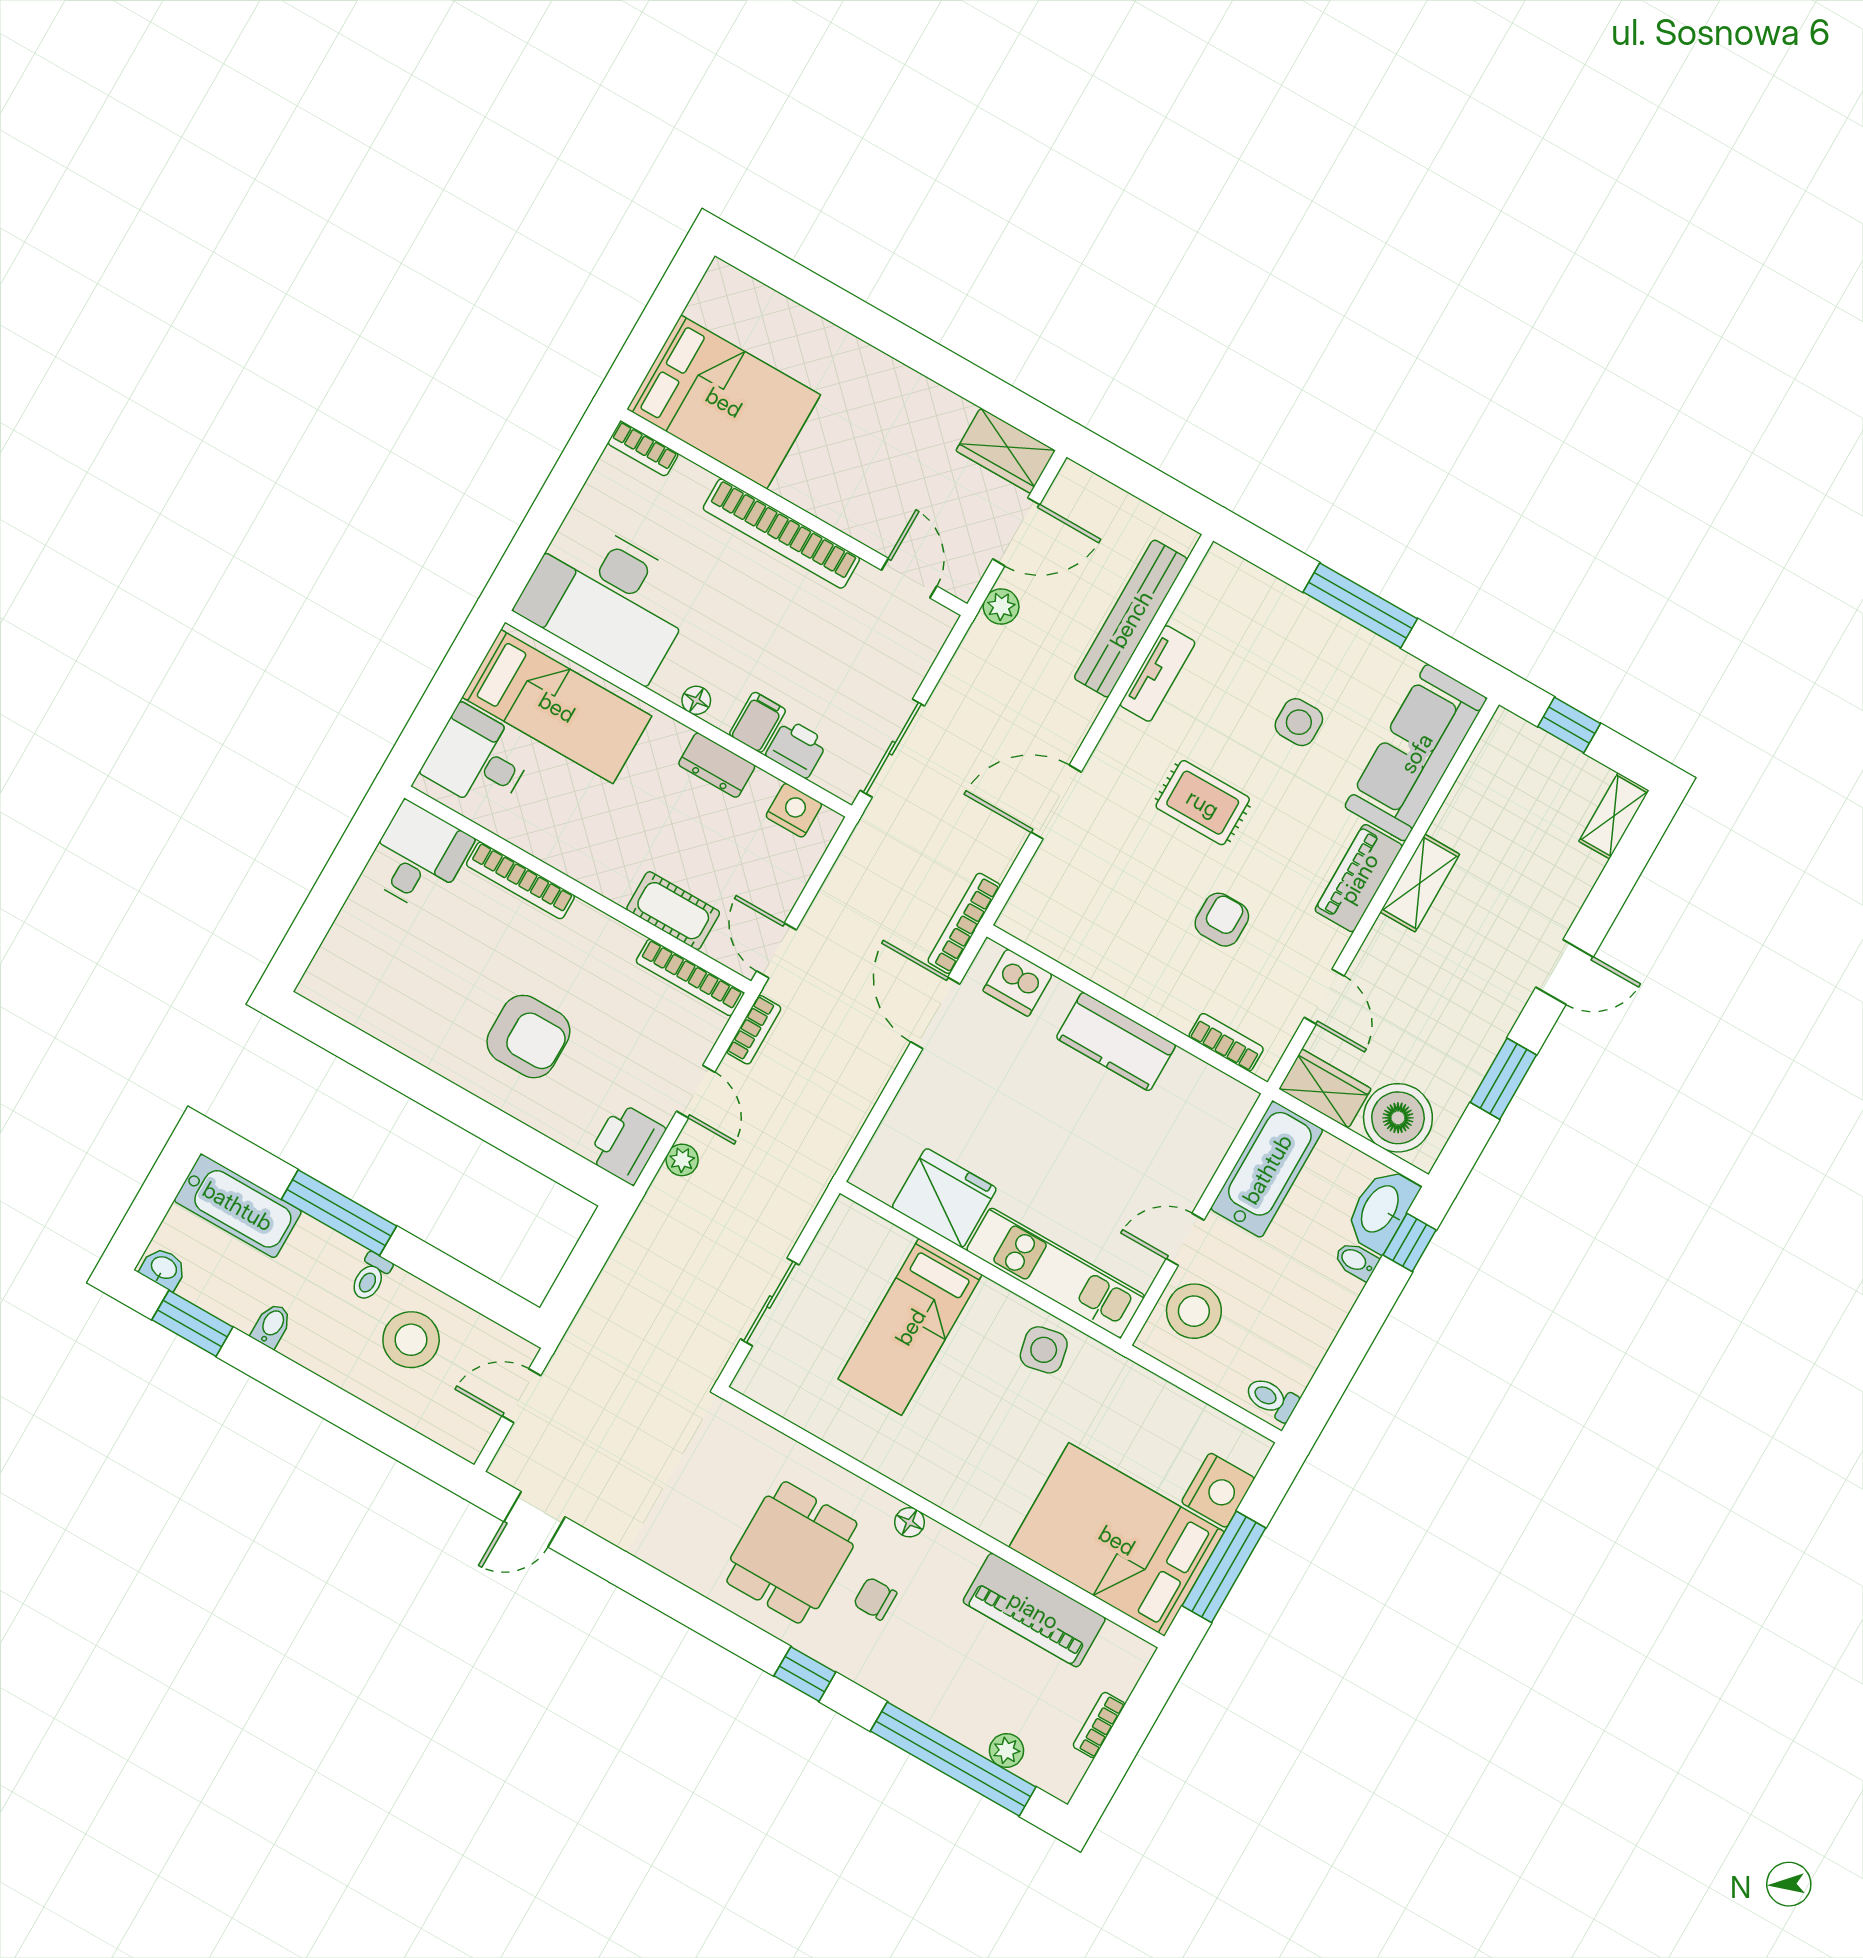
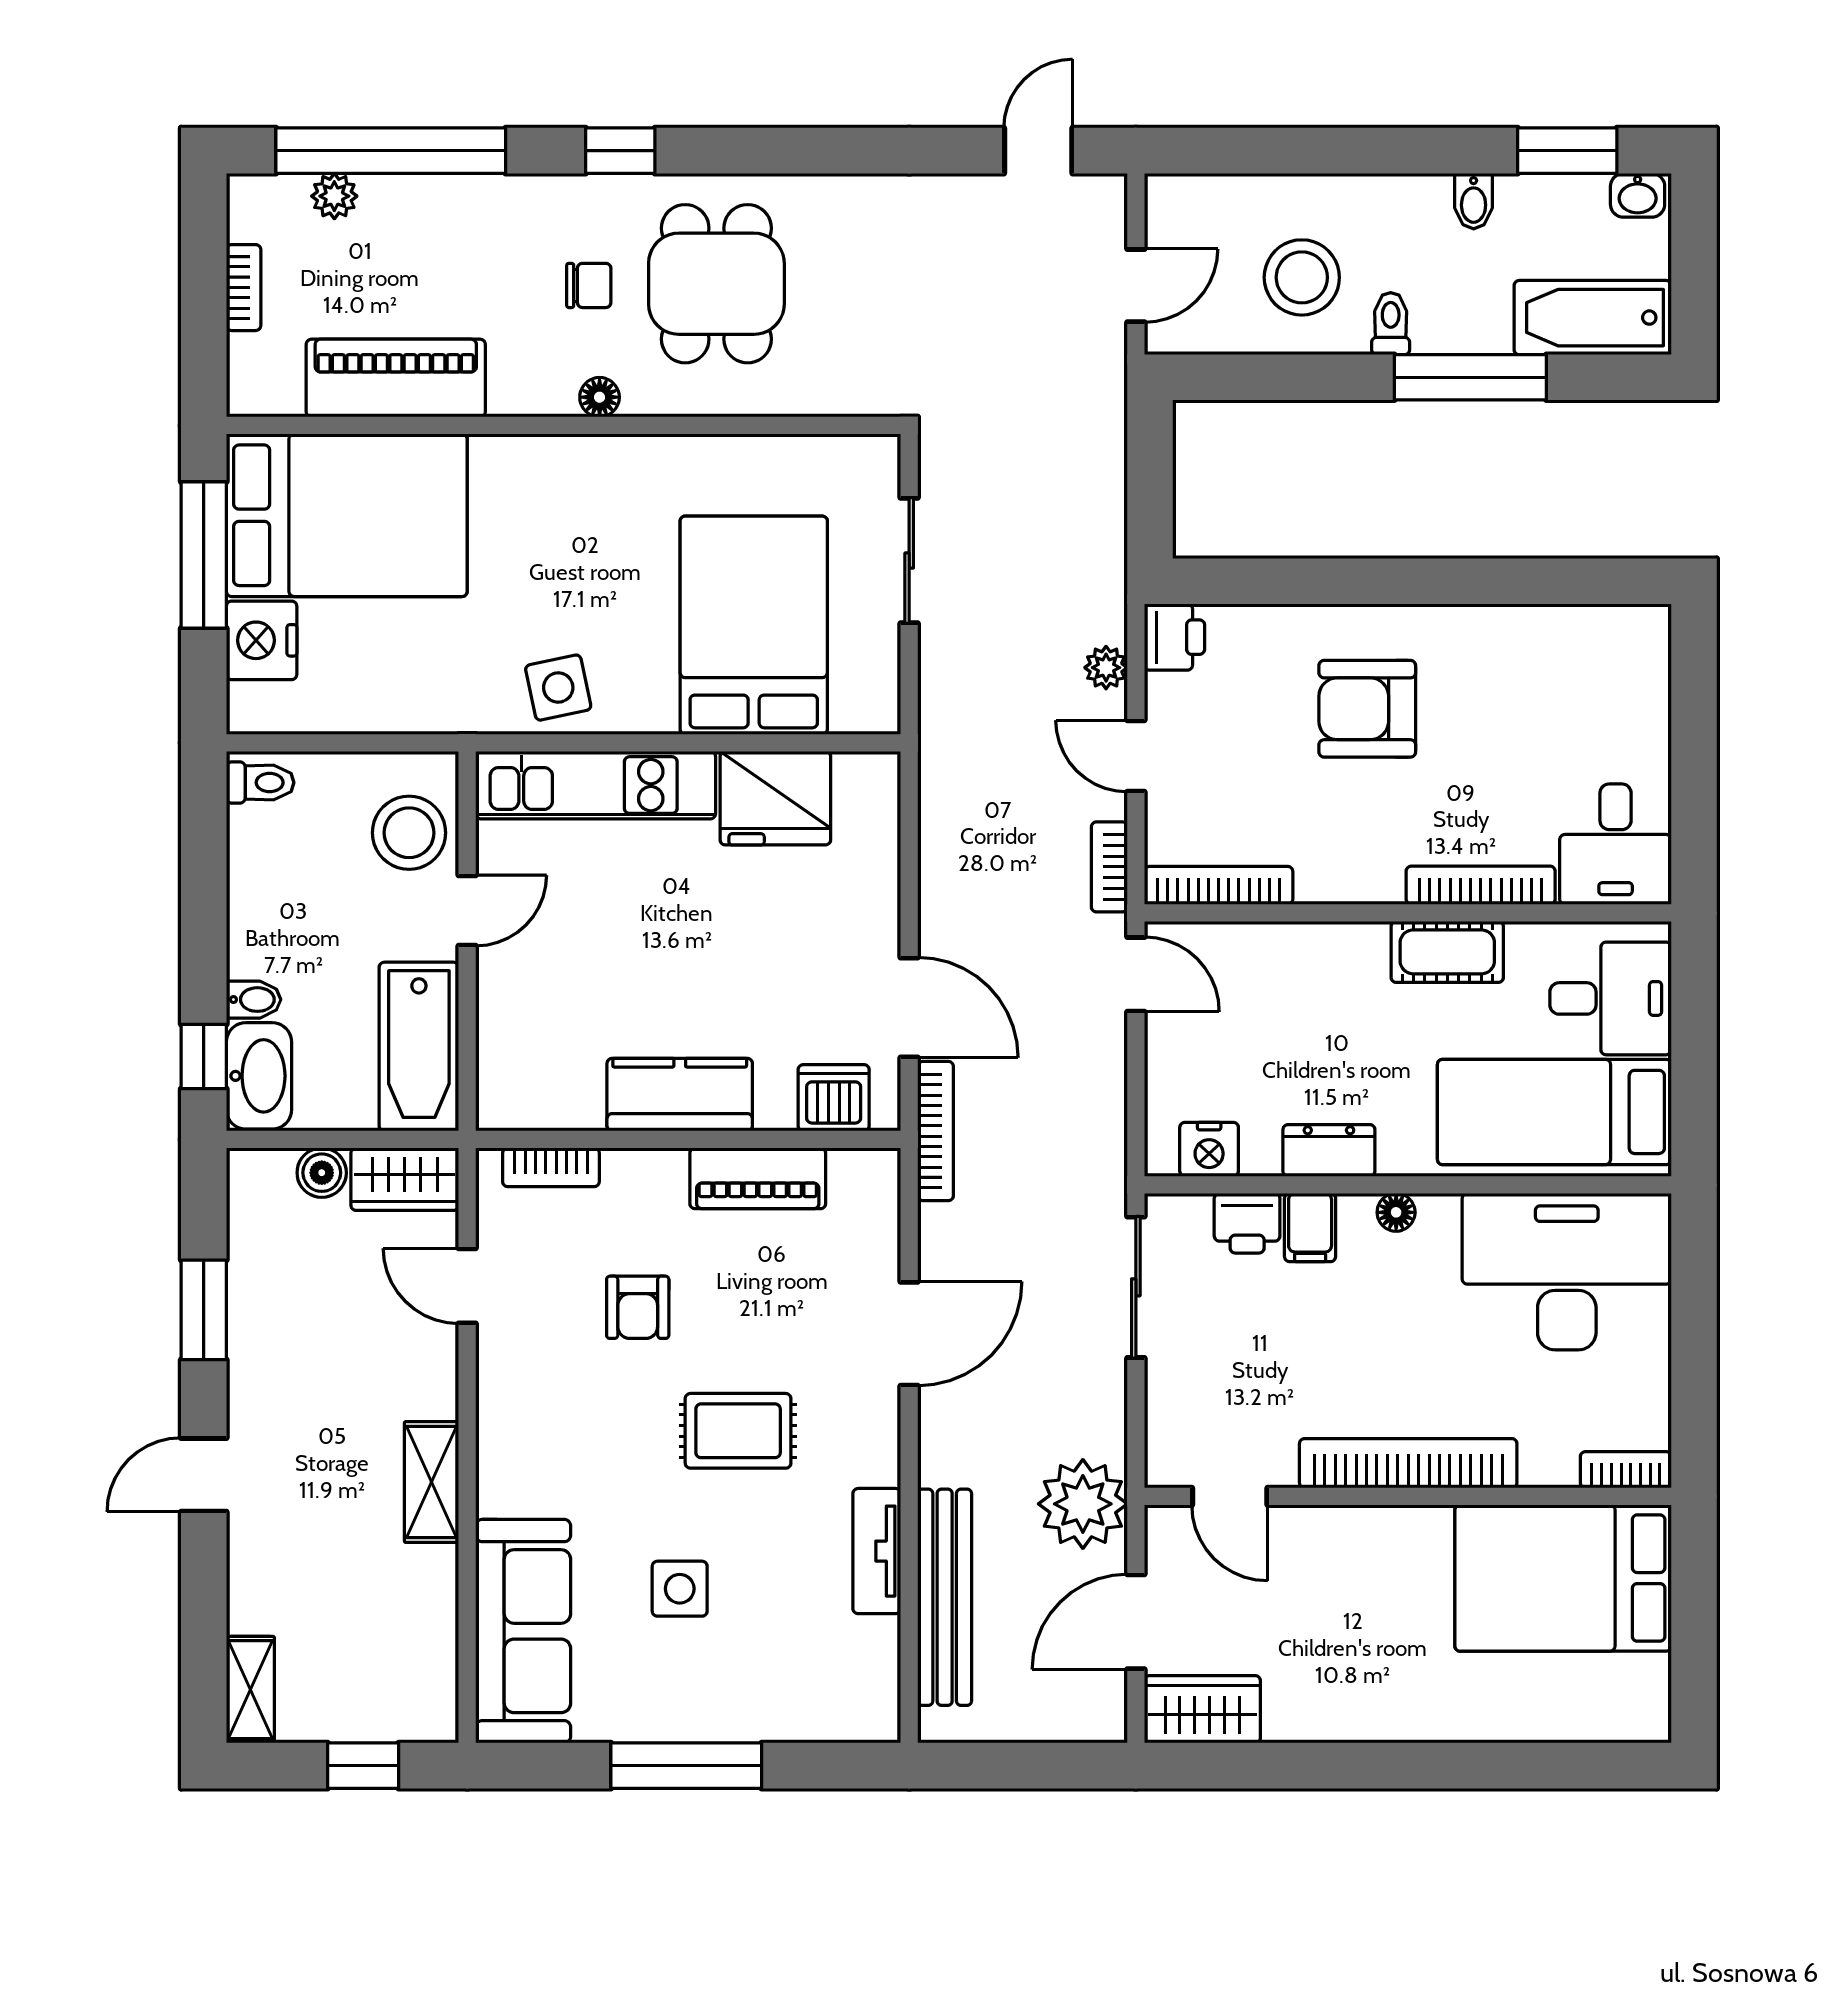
plant: (1001, 607) -> (1083, 1504), width x1.87, depth x1.87
piano: (1359, 878) -> (758, 1178), moved, turned 90
cot: (673, 911) -> (1447, 952), moved
boiler: (1398, 1118) -> (322, 1173), width x0.54, depth x0.54
printer: (626, 1144) -> (1174, 637), width x0.73, depth x0.81
bed: (910, 1327) -> (754, 625), width x1.50

